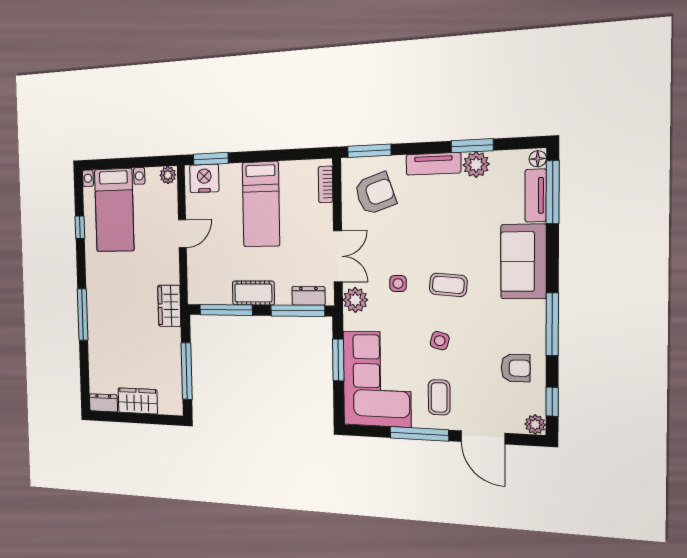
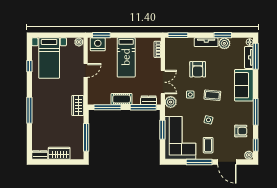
armchair: (375, 193) -> (198, 69), moved, turned 109

